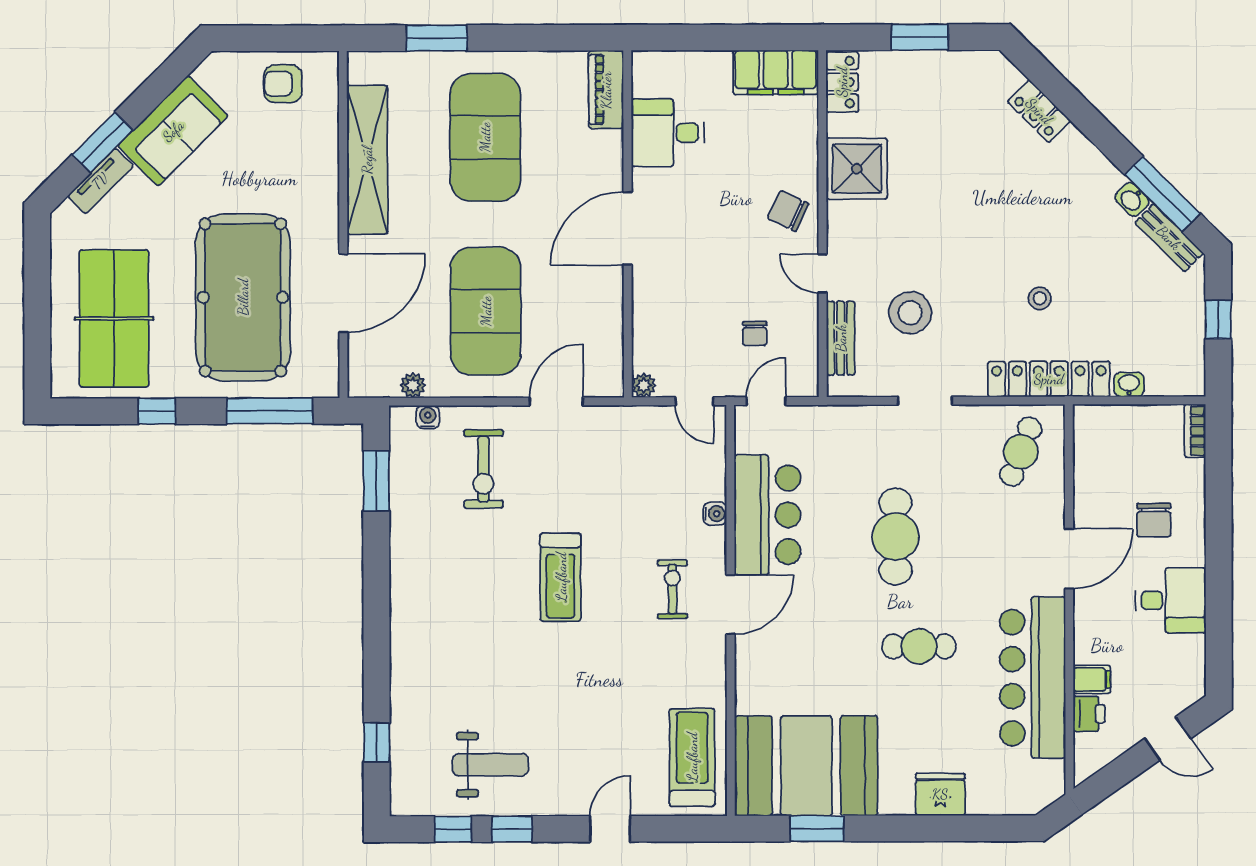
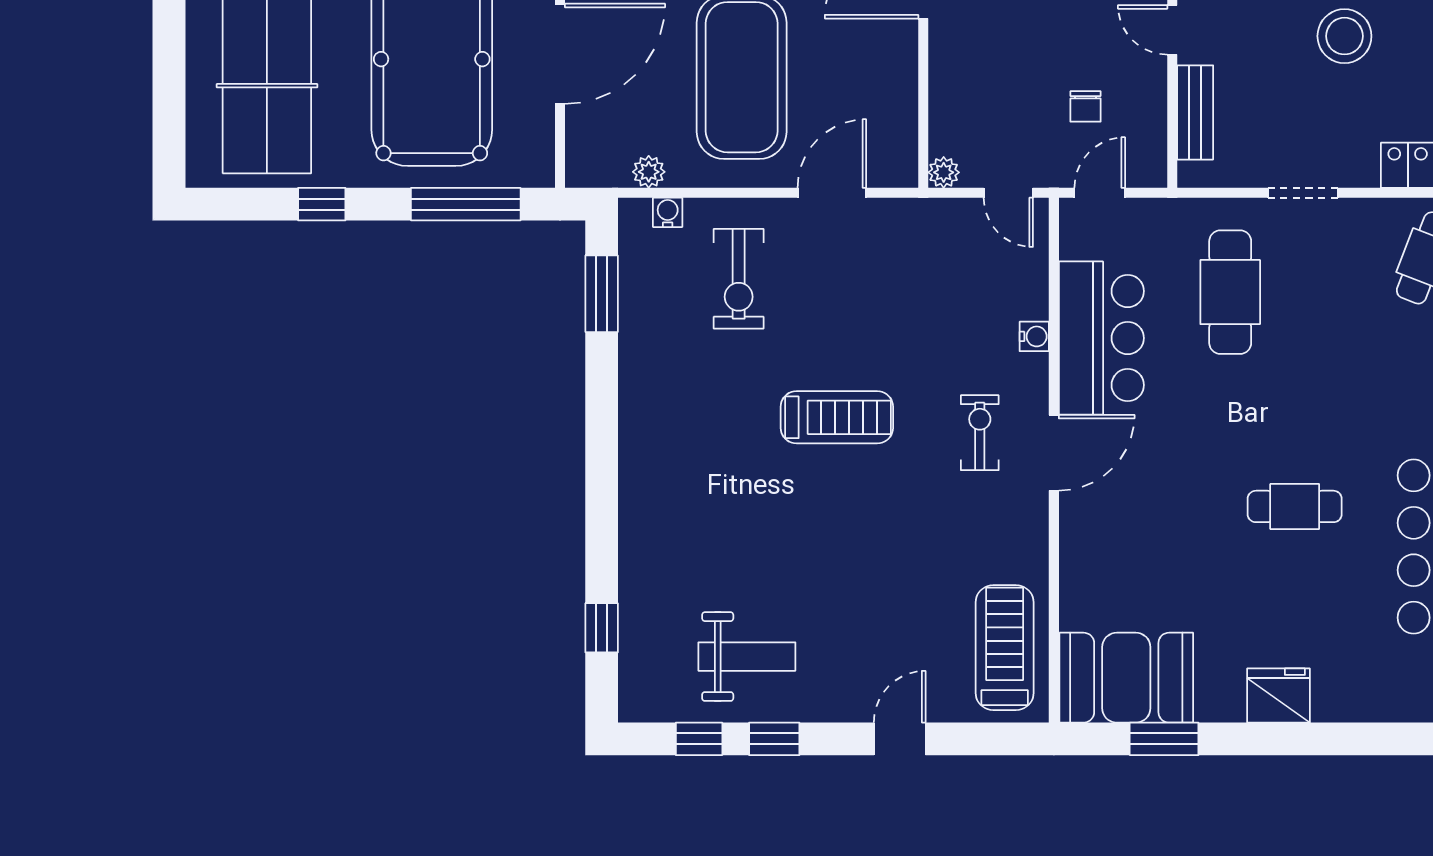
stool: (910, 313) -> (1344, 36), moved
cafe table: (896, 537) -> (1230, 292), moved
treadmill: (561, 577) -> (837, 417), turned -90
booth: (806, 766) -> (1126, 678), width x0.73, depth x0.70
fridge: (940, 794) -> (1279, 695), moved

